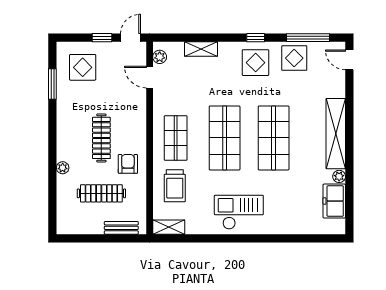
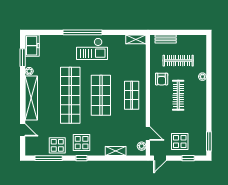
window: (102, 38) -> (188, 158), moved
door: (349, 60) -> (23, 130), moved
display table: (83, 67) -> (180, 142), moved
window: (52, 84) -> (209, 141), moved
shop shelf: (274, 138) -> (70, 95), width x1.40
trolley: (175, 186) -> (132, 65), removed
window: (349, 198) -> (23, 58), added
freezer: (334, 201) -> (32, 46), moved
window: (254, 238) -> (82, 32), added

